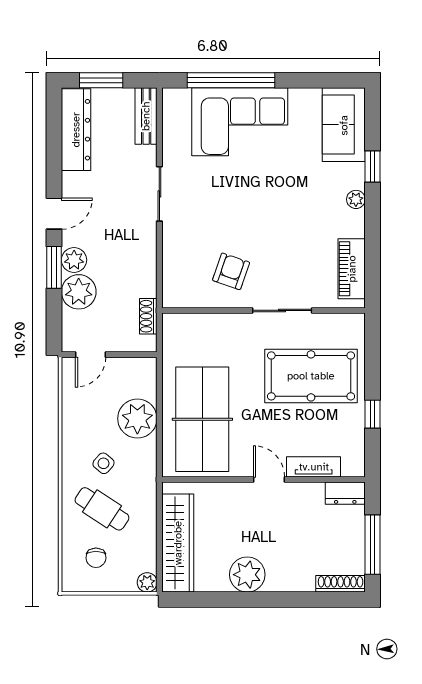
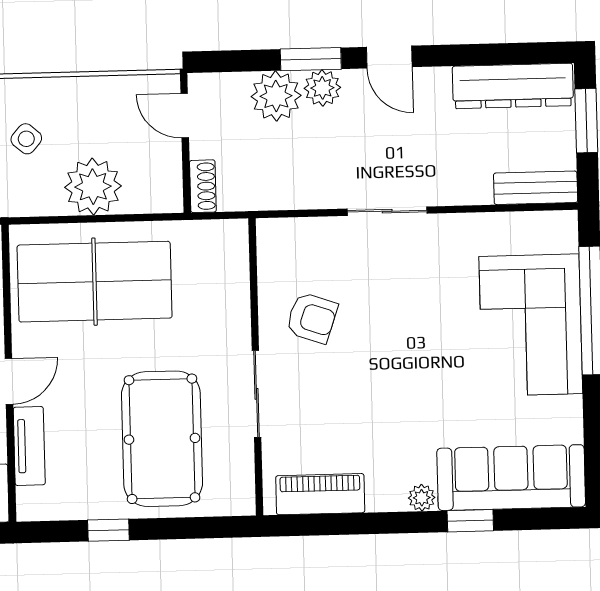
sofa: (344, 125) -> (511, 478), width x1.36
sliding door: (159, 194) -> (387, 211), moved
shoe rack: (148, 316) -> (203, 186), moved, turned 90

